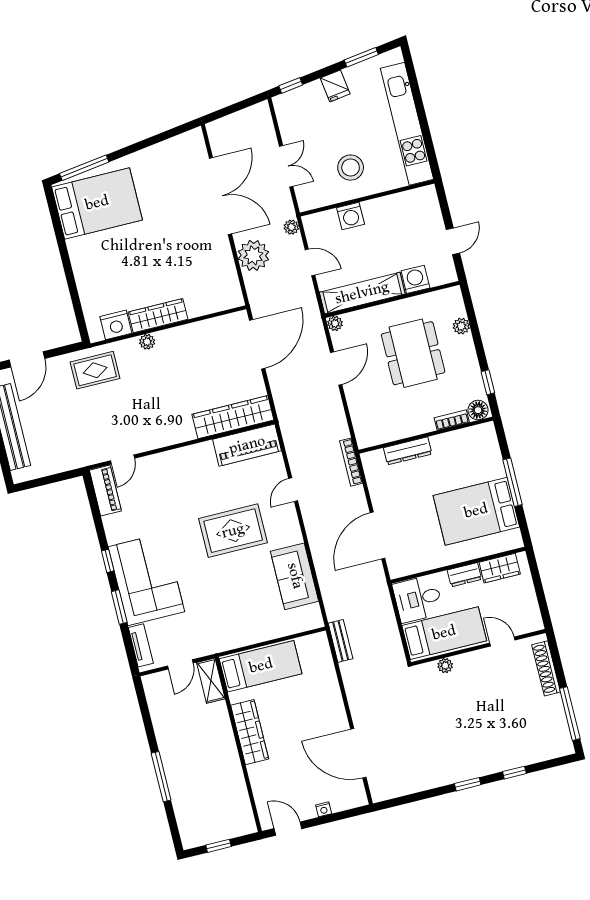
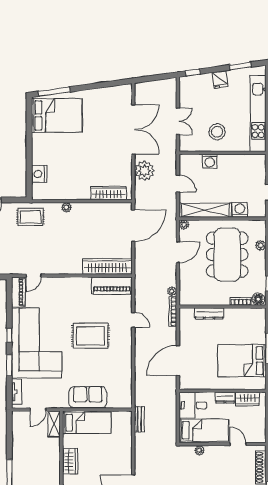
plant: (291, 227) -> (172, 291), moved
wardrobe: (158, 316) -> (109, 193), moved
nightstand: (116, 325) -> (39, 174), moved, turned 90
dining table: (413, 353) -> (227, 255), width x1.36, depth x1.24
door: (293, 490) -> (133, 320), swing flipped
sofa: (295, 576) -> (88, 397), moved, turned 90
corner sofa: (146, 579) -> (37, 343), width x1.36, depth x1.36
wardrobe: (250, 732) -> (70, 461), width x0.67

